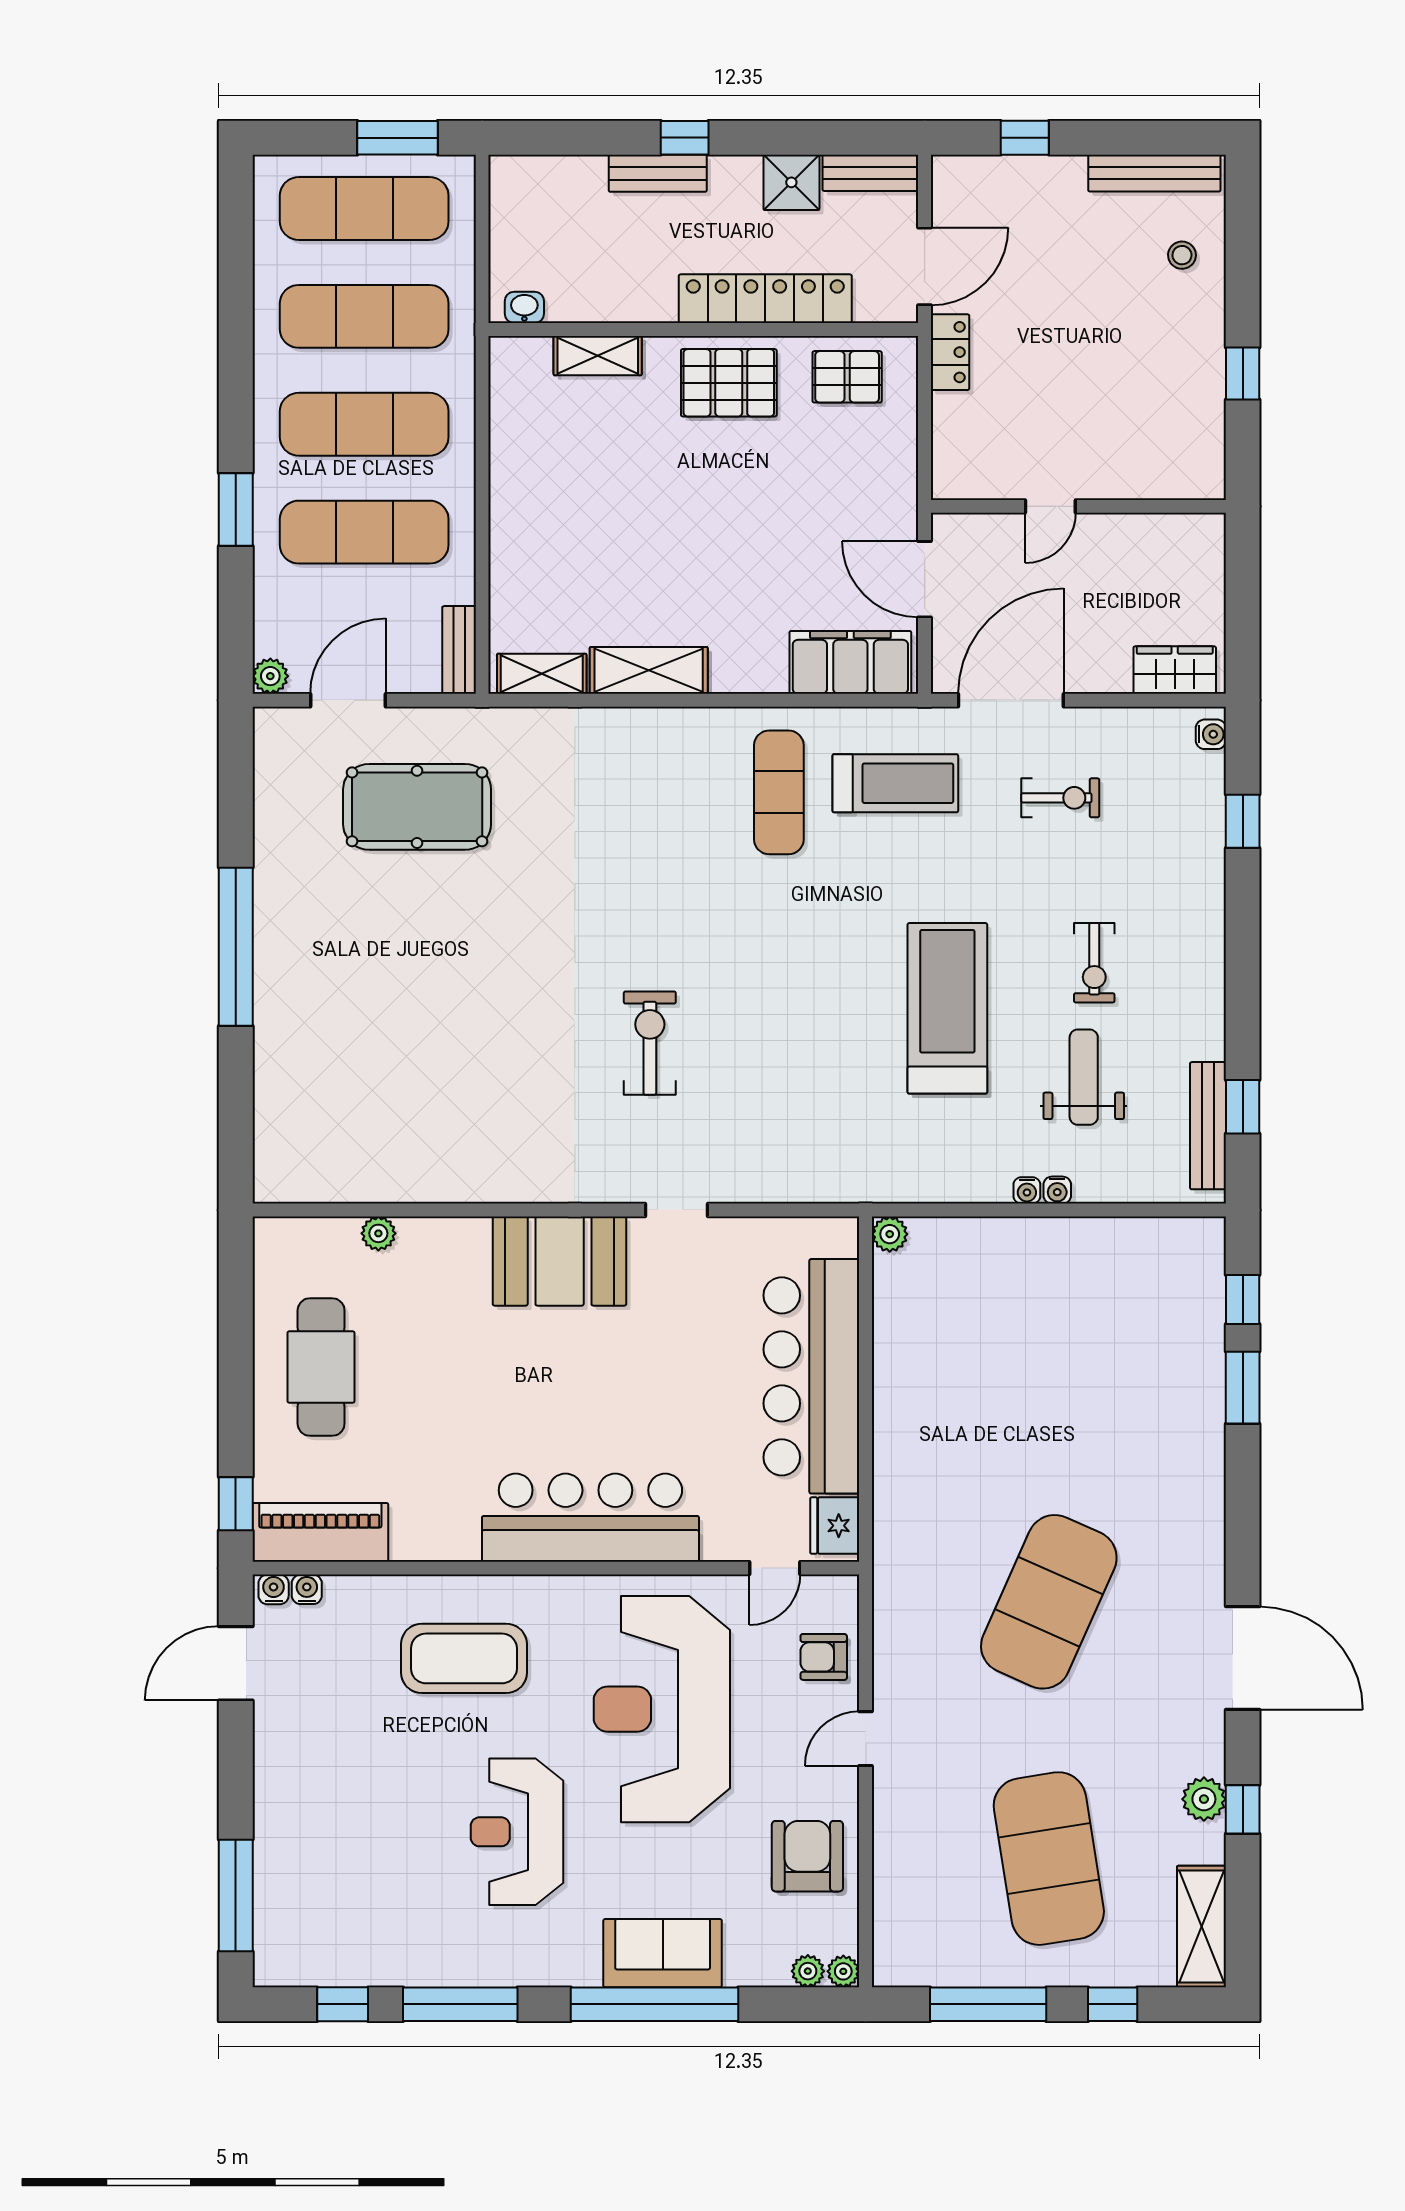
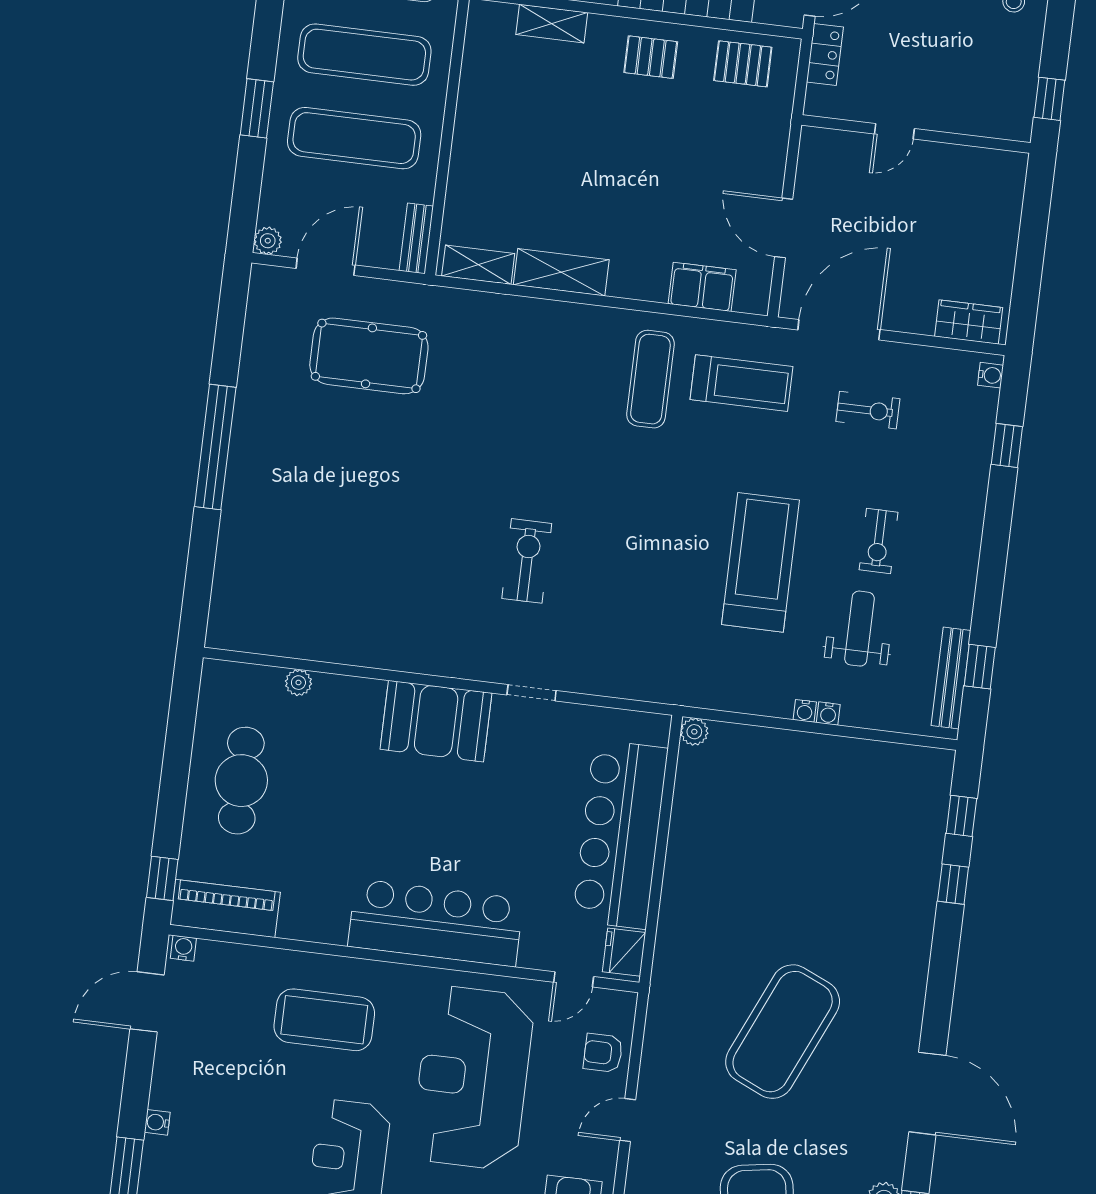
pallet: (729, 383) -> (651, 57), width x0.67, depth x0.71
door: (1050, 506) -> (894, 131), moved
wall: (1078, 506) -> (916, 134), moved
filing cabinet: (850, 662) -> (702, 287), width x0.67, depth x0.86
window: (1243, 1388) -> (953, 884), width x0.67
water cooler: (307, 1589) -> (157, 1122), moved, turned -90

